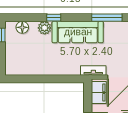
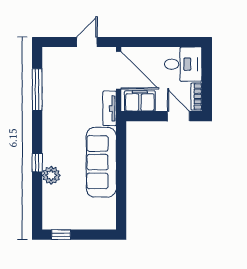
floor lamp: (22, 27) -> (51, 206), removed
sofa: (78, 32) -> (101, 162), moved, turned 180

